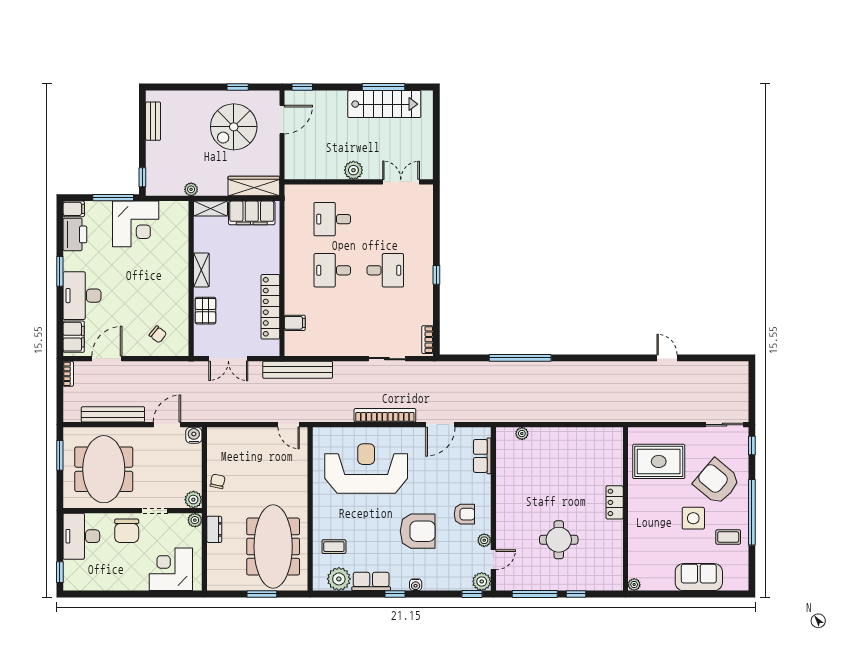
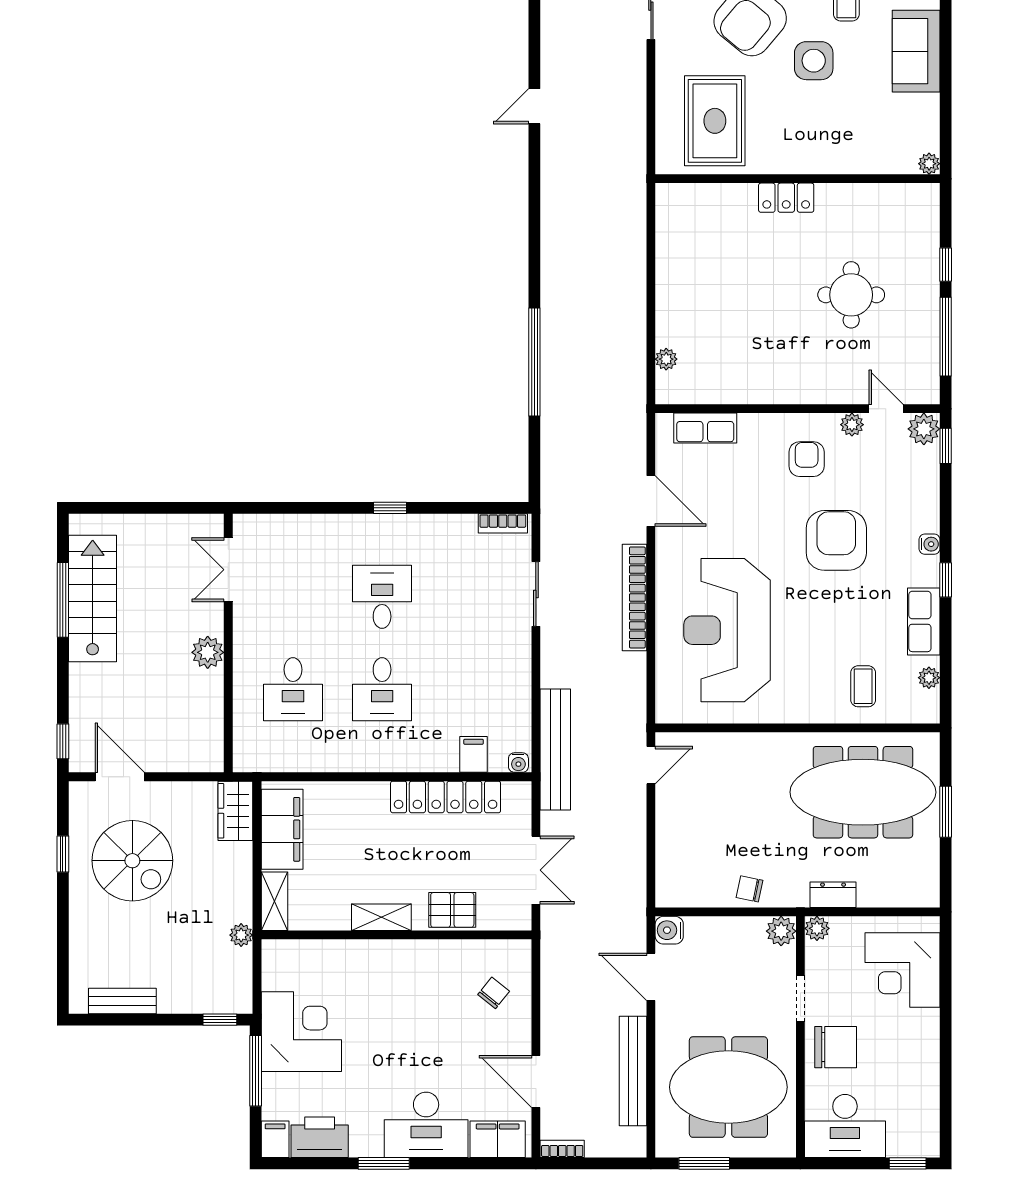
wardrobe: (254, 186) -> (235, 811), width x0.67
water cooler: (290, 349) -> (518, 763), added
plant: (339, 579) -> (929, 678), width x0.53, depth x0.53

